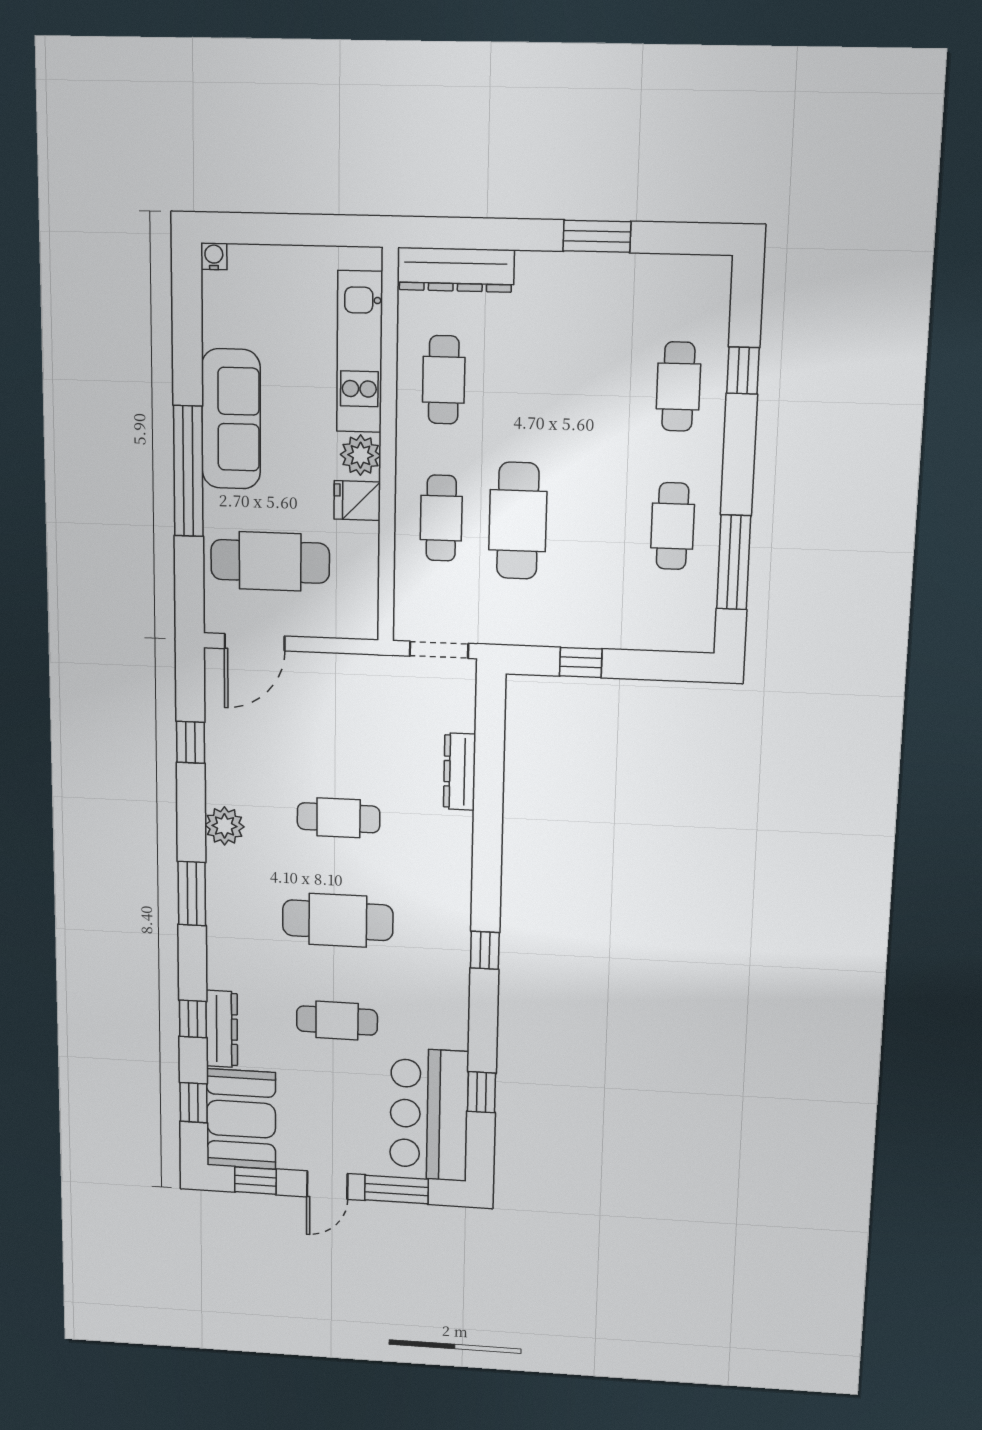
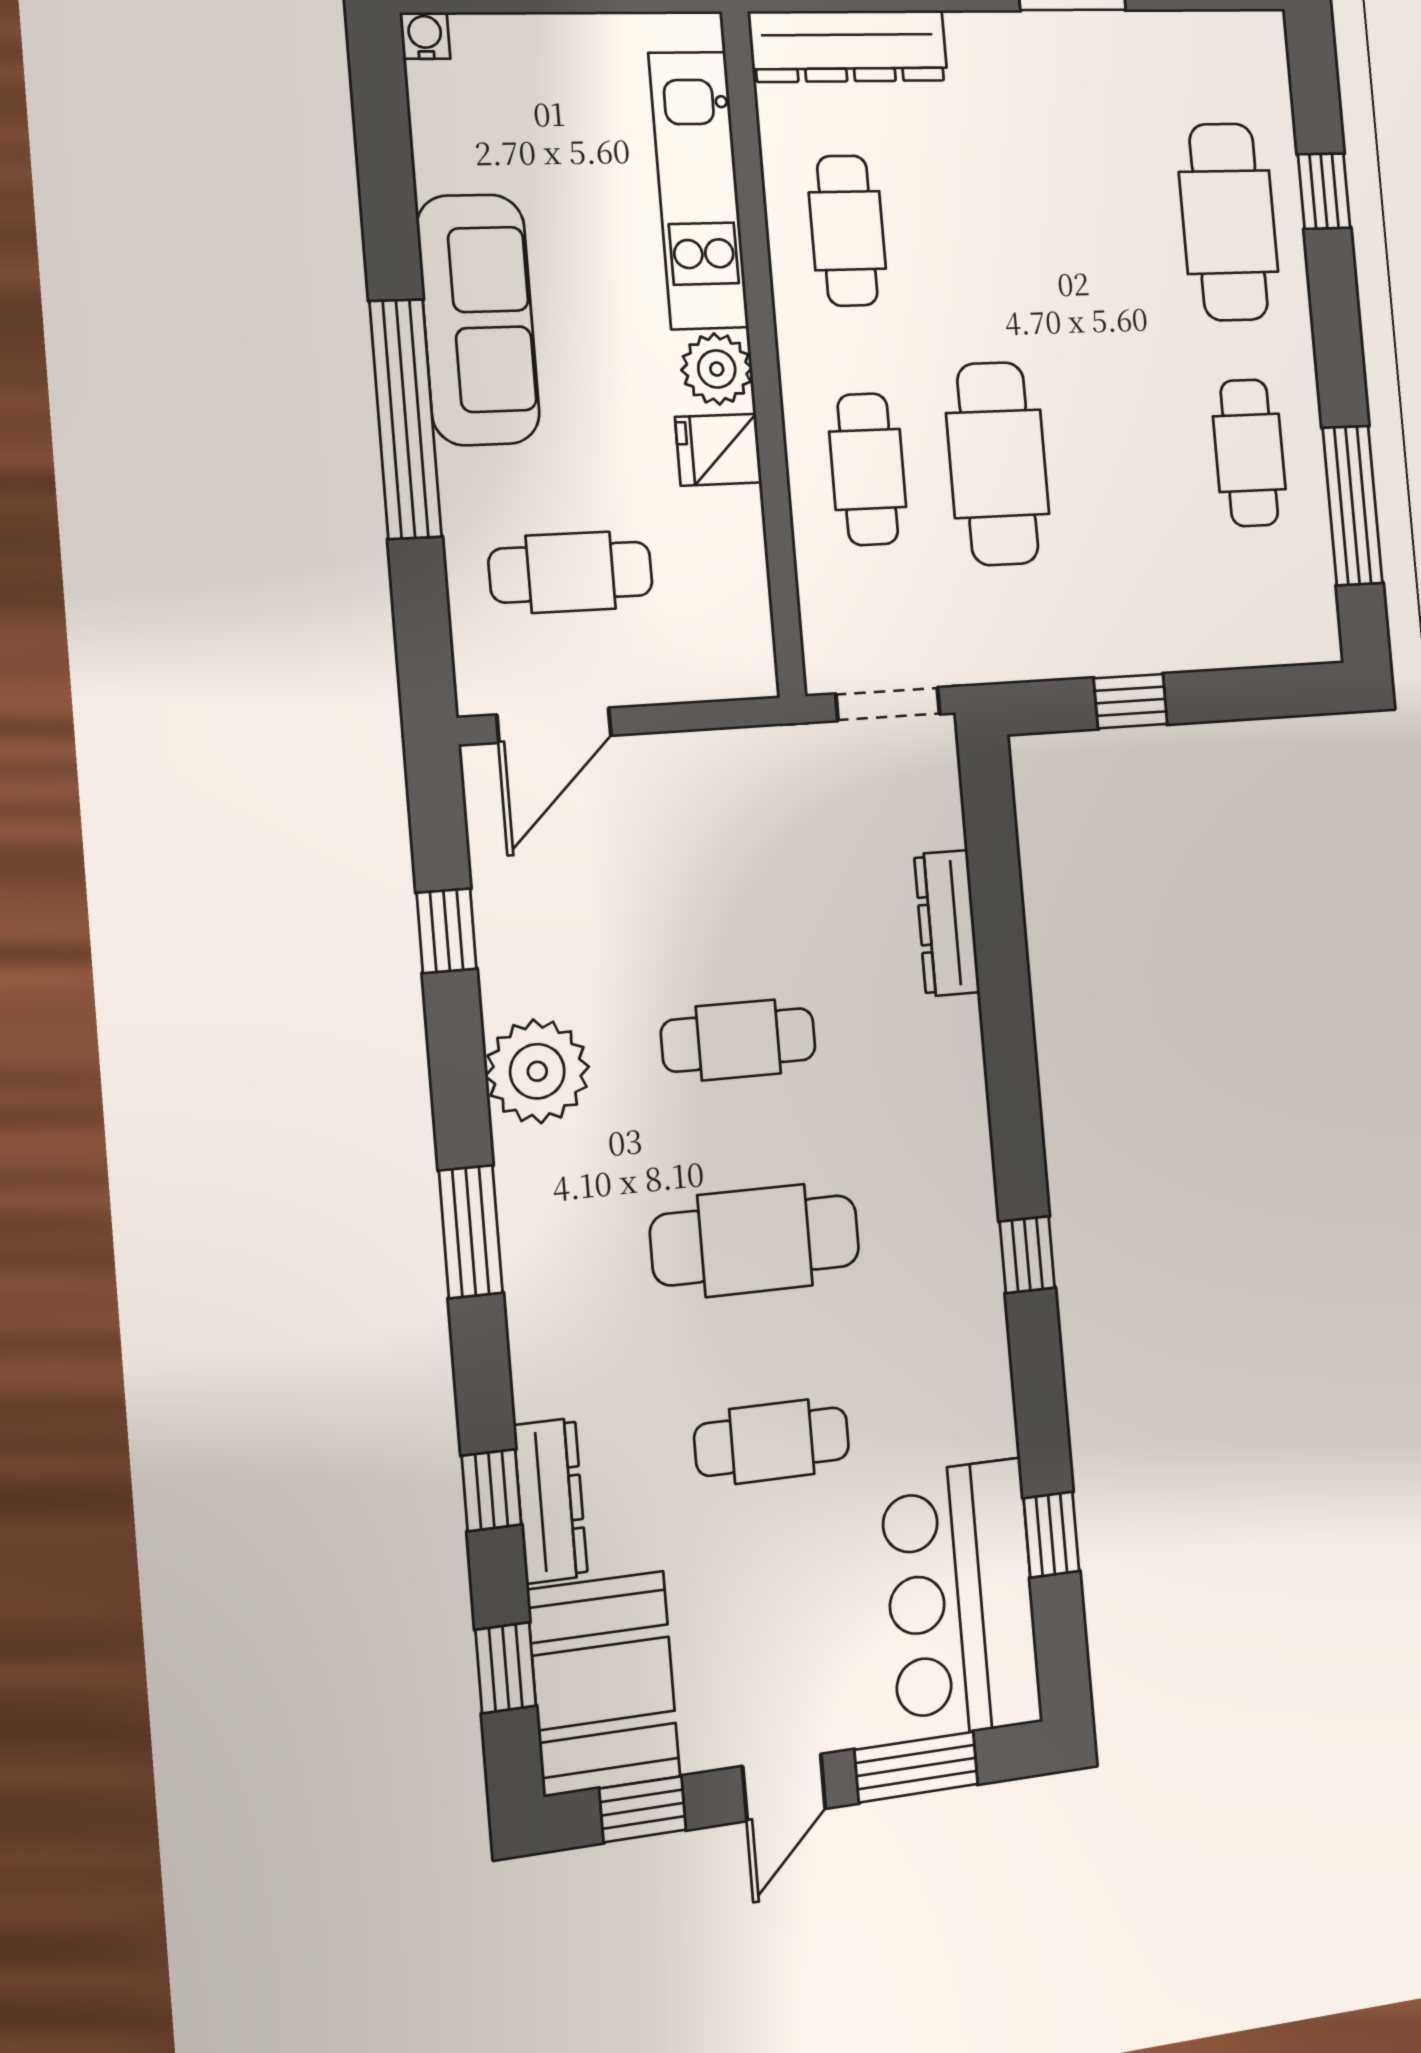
cafe table: (678, 387) -> (1229, 222), width x1.37, depth x1.35
cafe table: (270, 561) -> (571, 572), width x0.73, depth x0.74
plant: (224, 826) -> (537, 1071), width x1.36, depth x1.36

